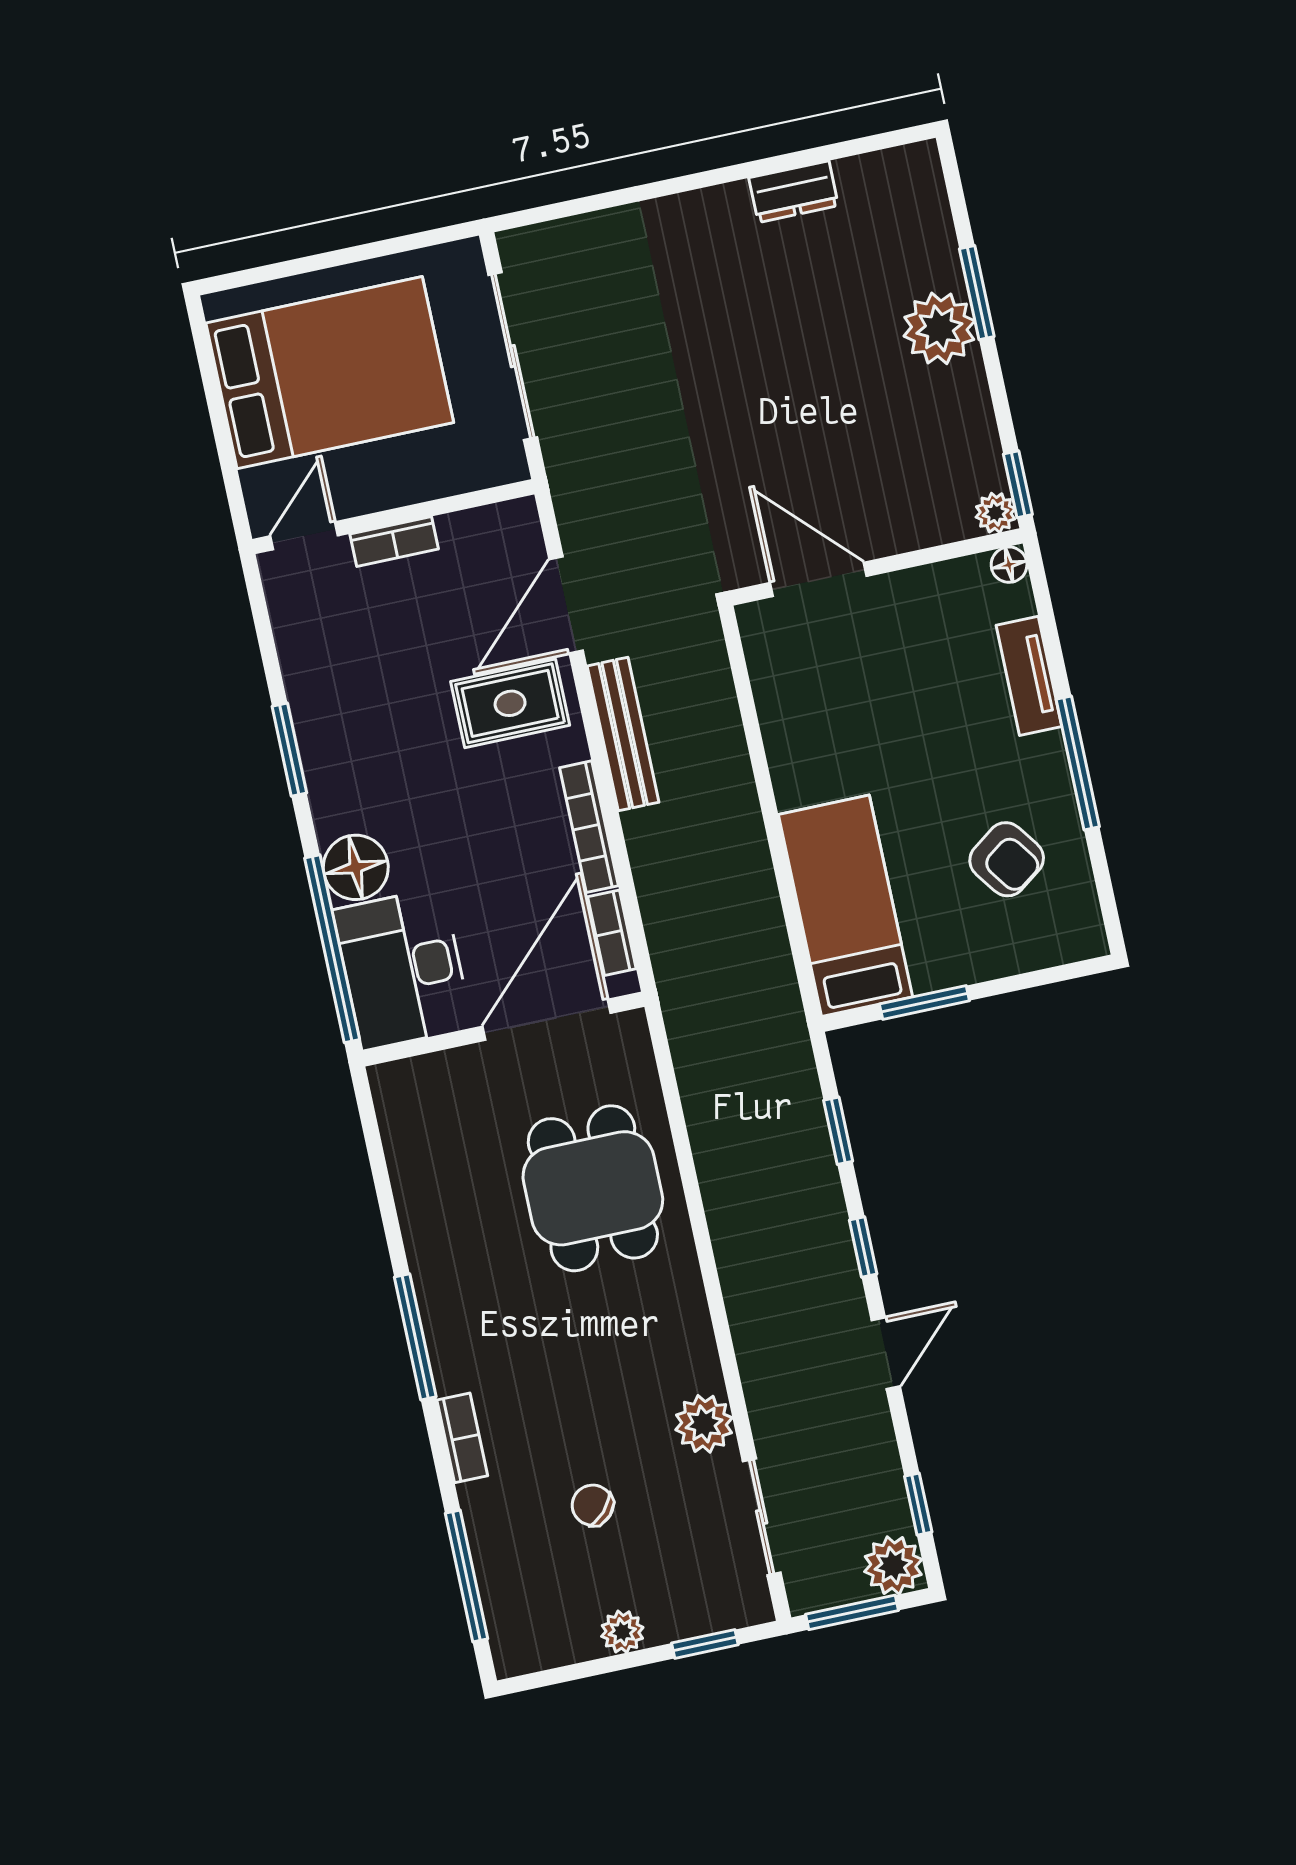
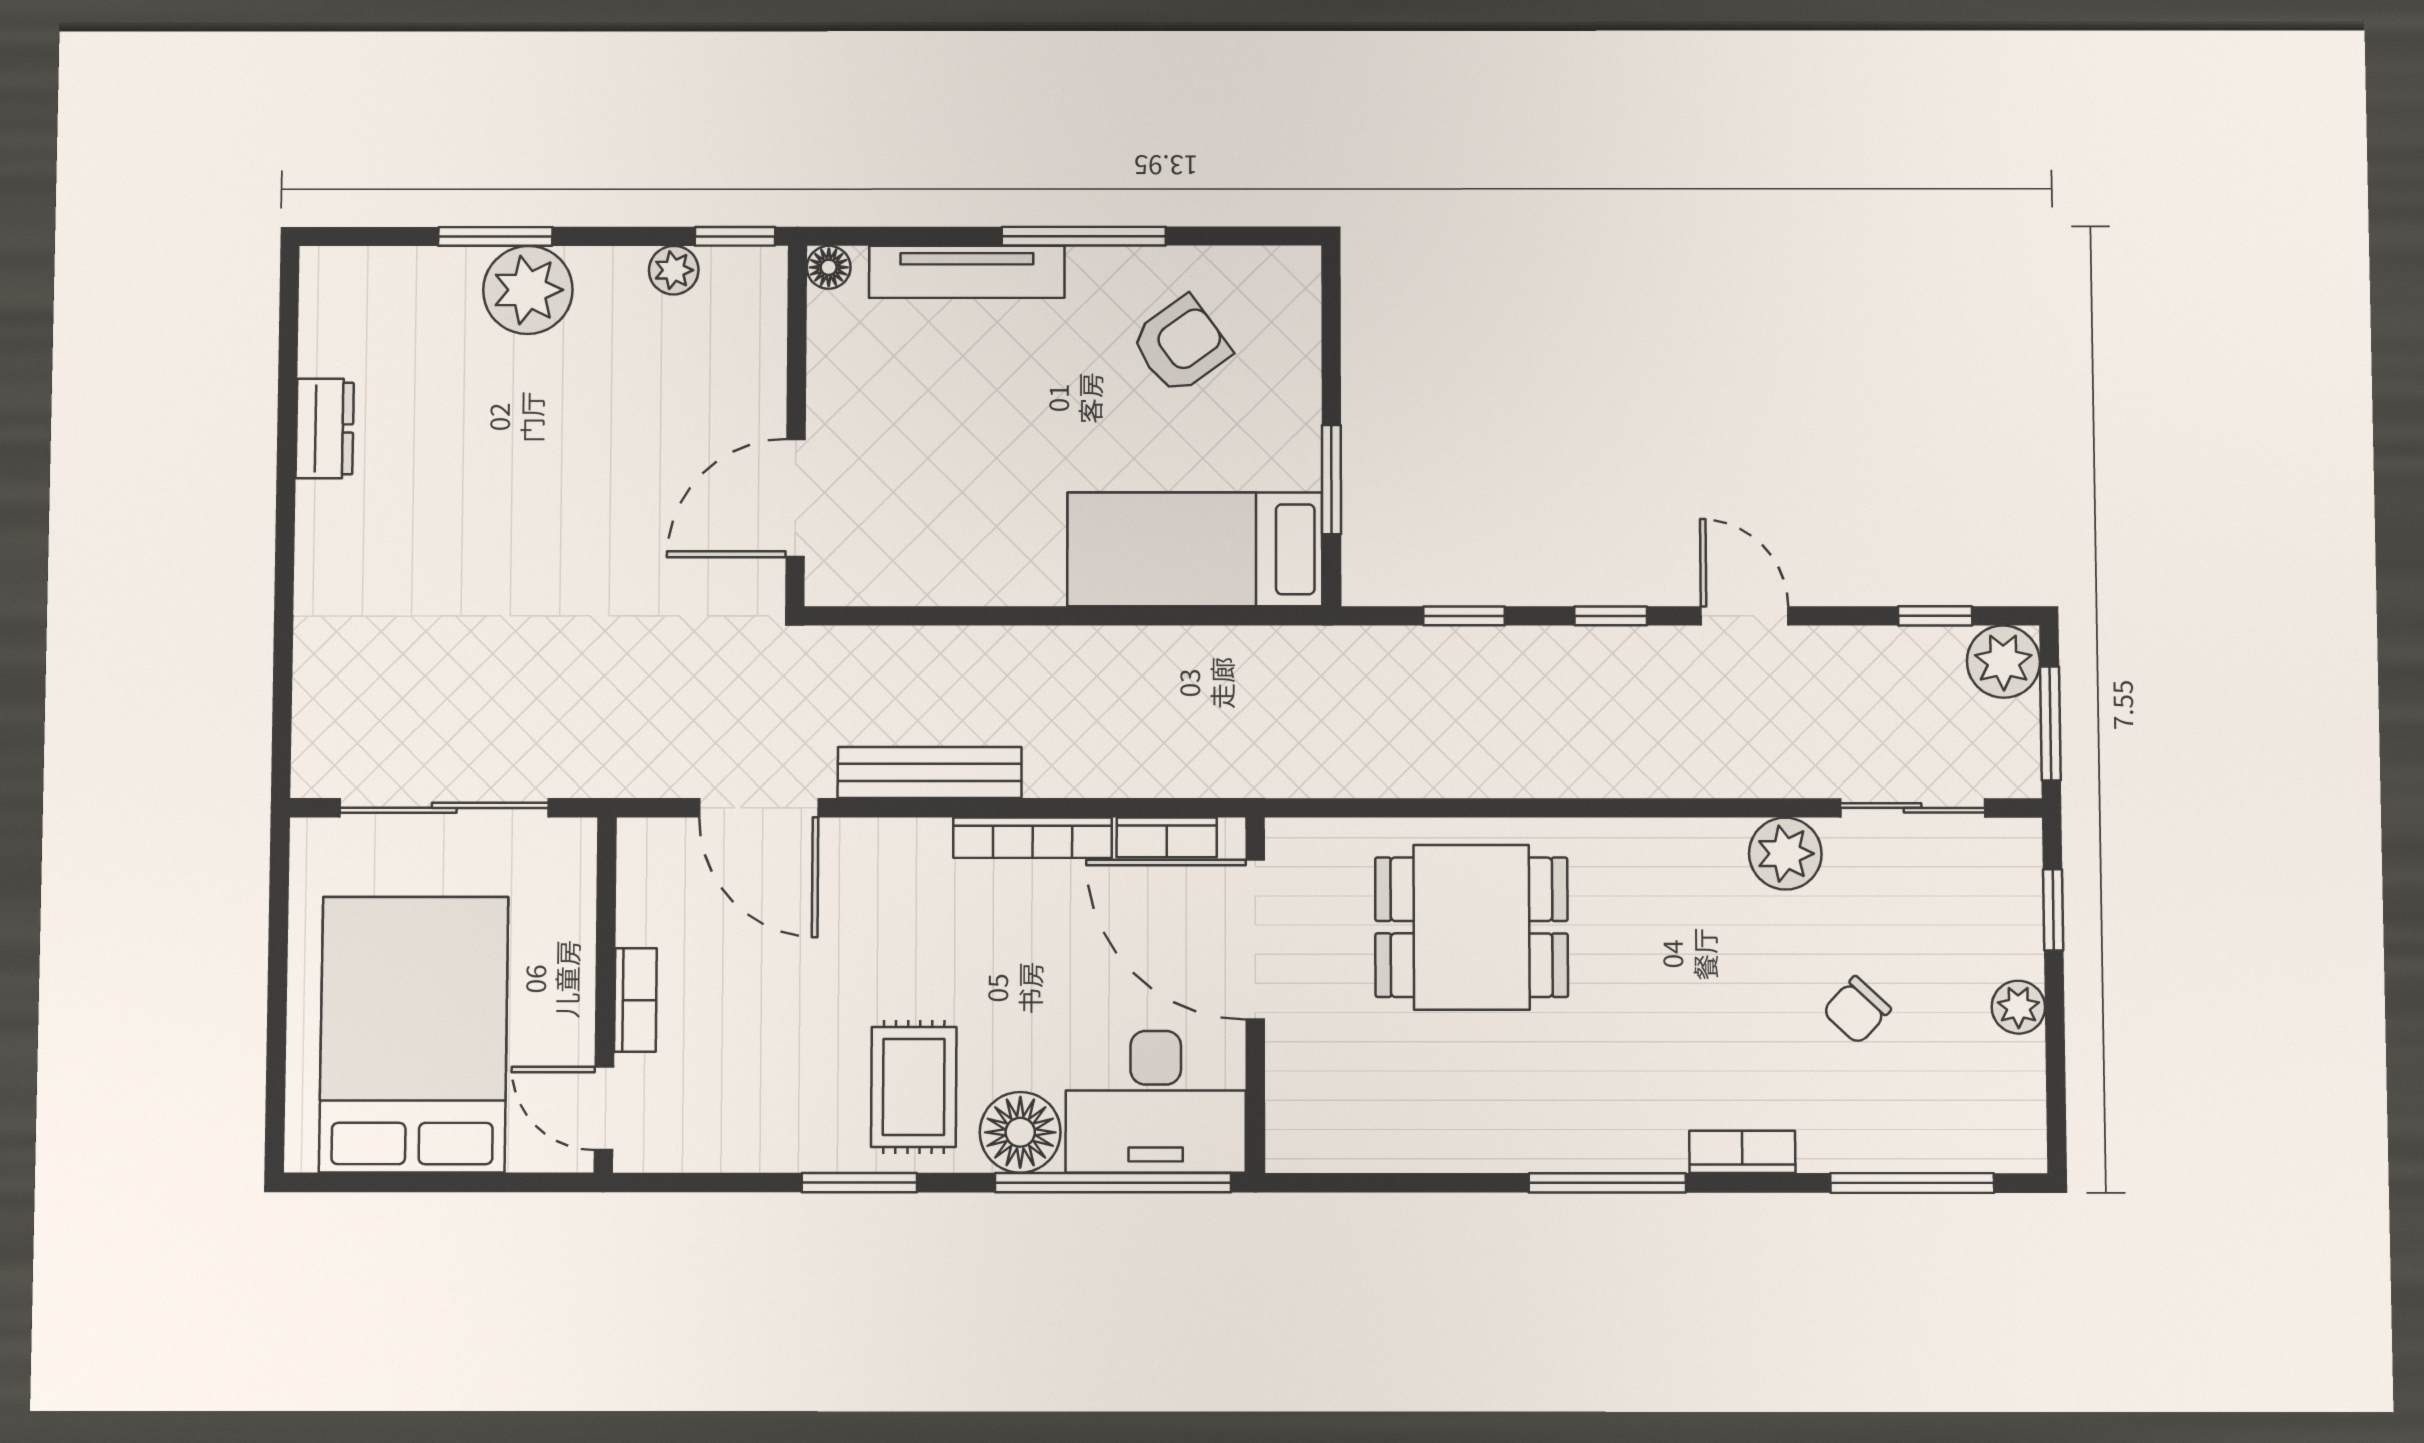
plant: (996, 513) -> (674, 270), moved
tv unit: (1029, 676) -> (967, 272), width x1.41
rug: (510, 703) -> (914, 1087), moved

